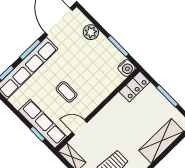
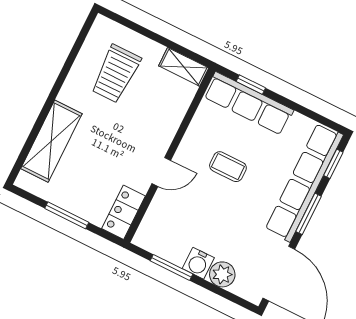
water cooler: (127, 68) -> (198, 263), moved, turned -90
door: (79, 127) -> (161, 172), moved

